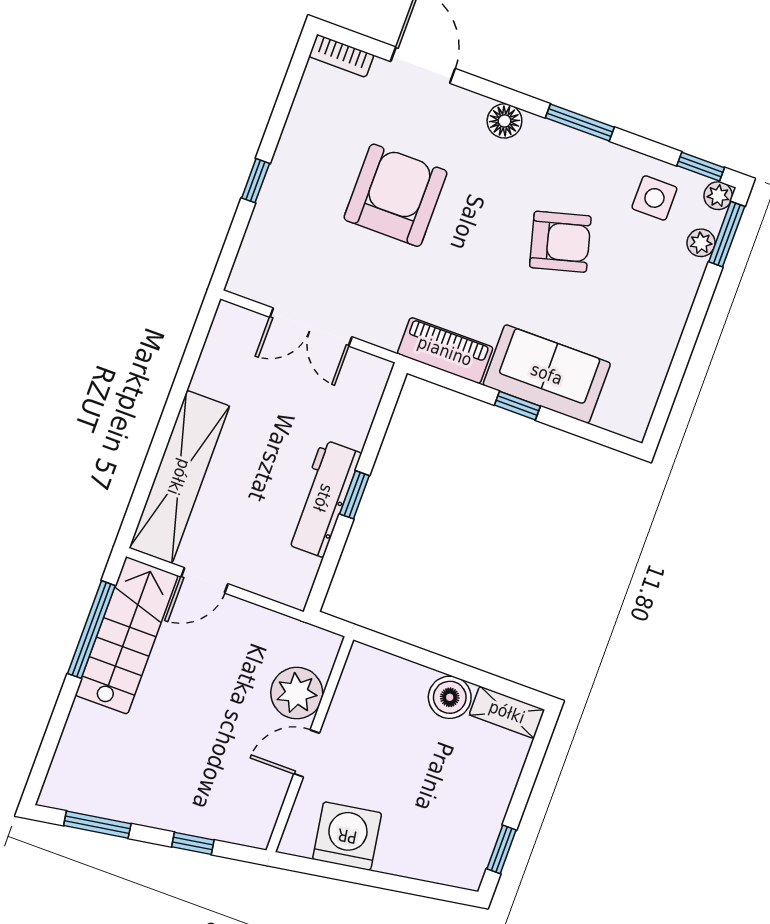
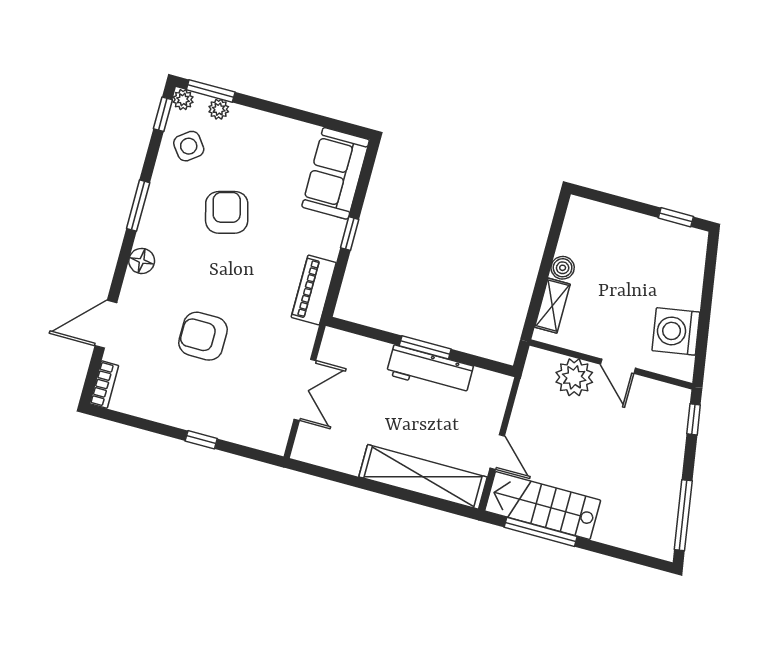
armchair: (395, 195) -> (203, 336), width x0.73, depth x0.73
side table: (654, 198) -> (189, 146), turned -37
sofa: (547, 374) -> (336, 173), moved
window: (354, 495) -> (425, 347), width x1.50
boiler: (450, 697) -> (563, 268), width x0.73, depth x0.73
shelving: (507, 712) -> (552, 306), moved
window: (97, 825) -> (683, 515), width x1.44
window: (193, 843) -> (694, 419), moved

